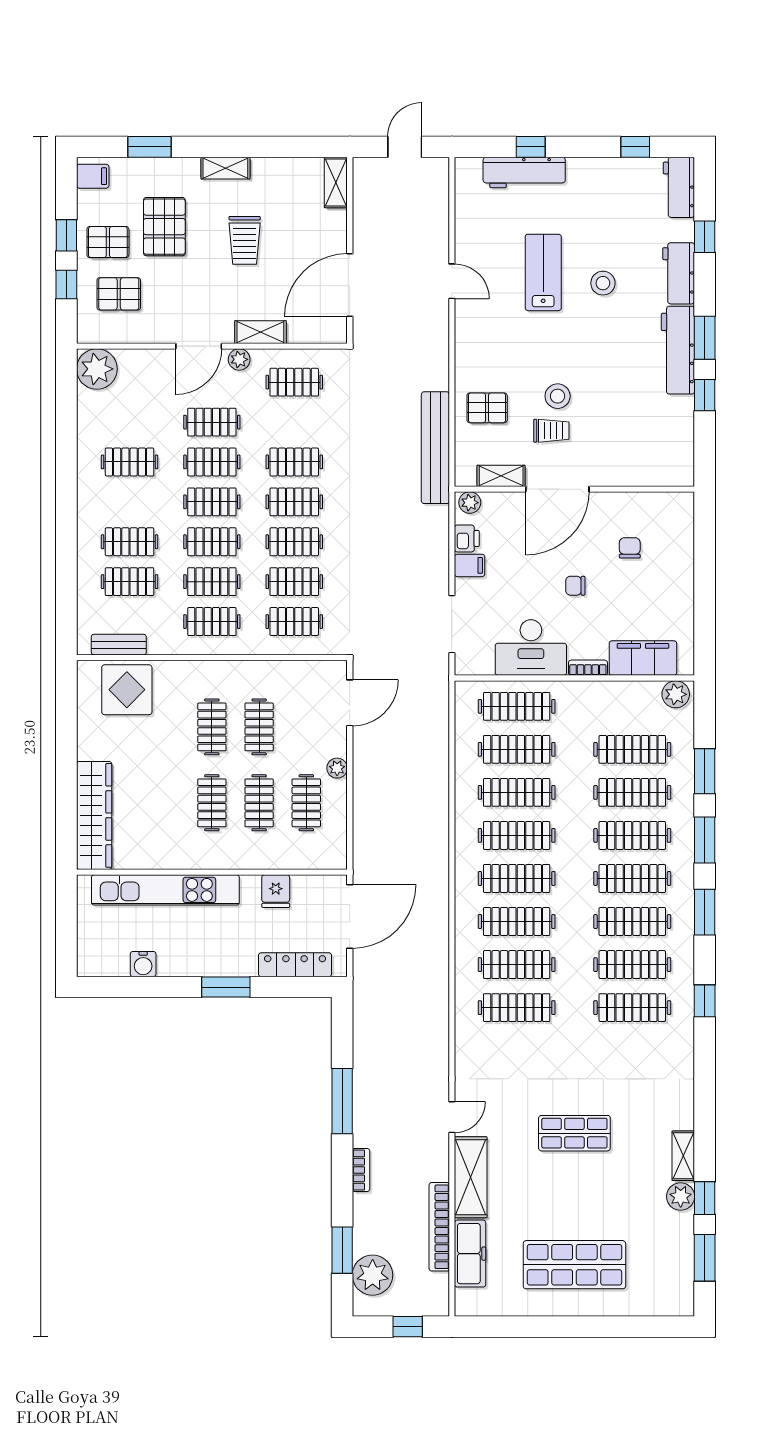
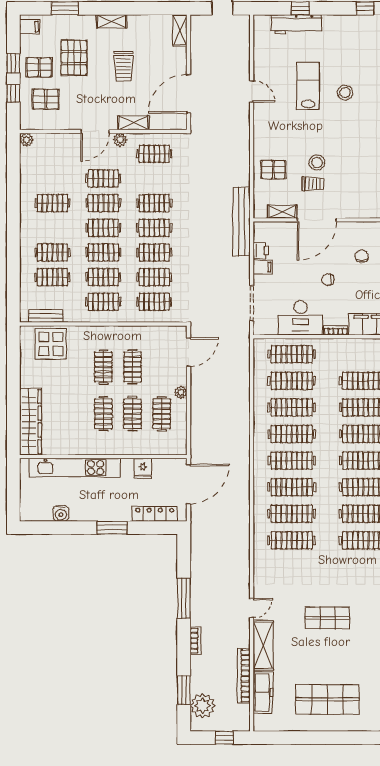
plant: (97, 369) -> (26, 140), width x0.53, depth x0.53
bench: (435, 448) -> (241, 222), moved
plant: (470, 503) -> (263, 228), removed

